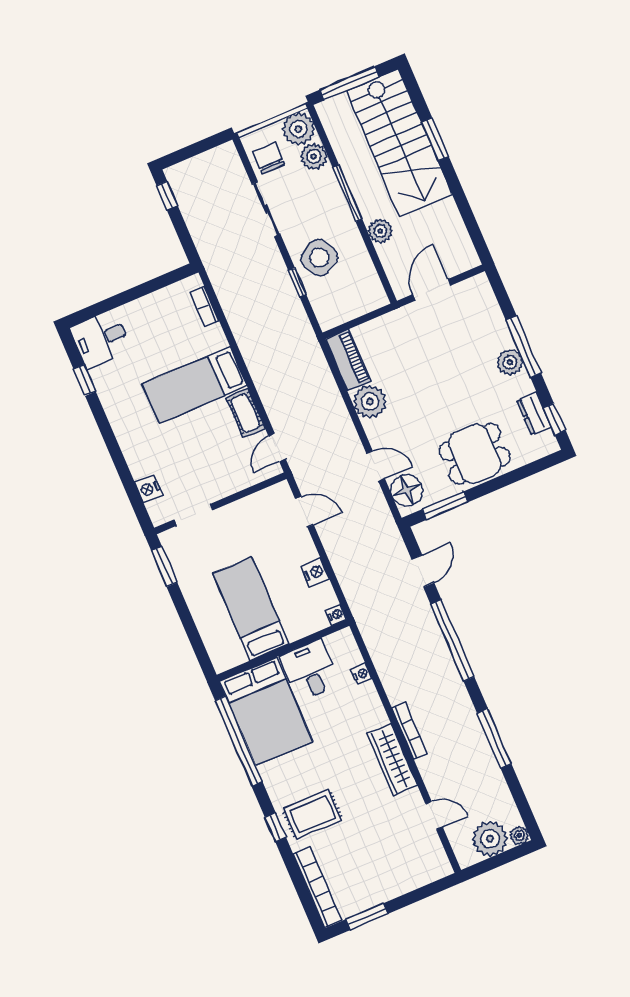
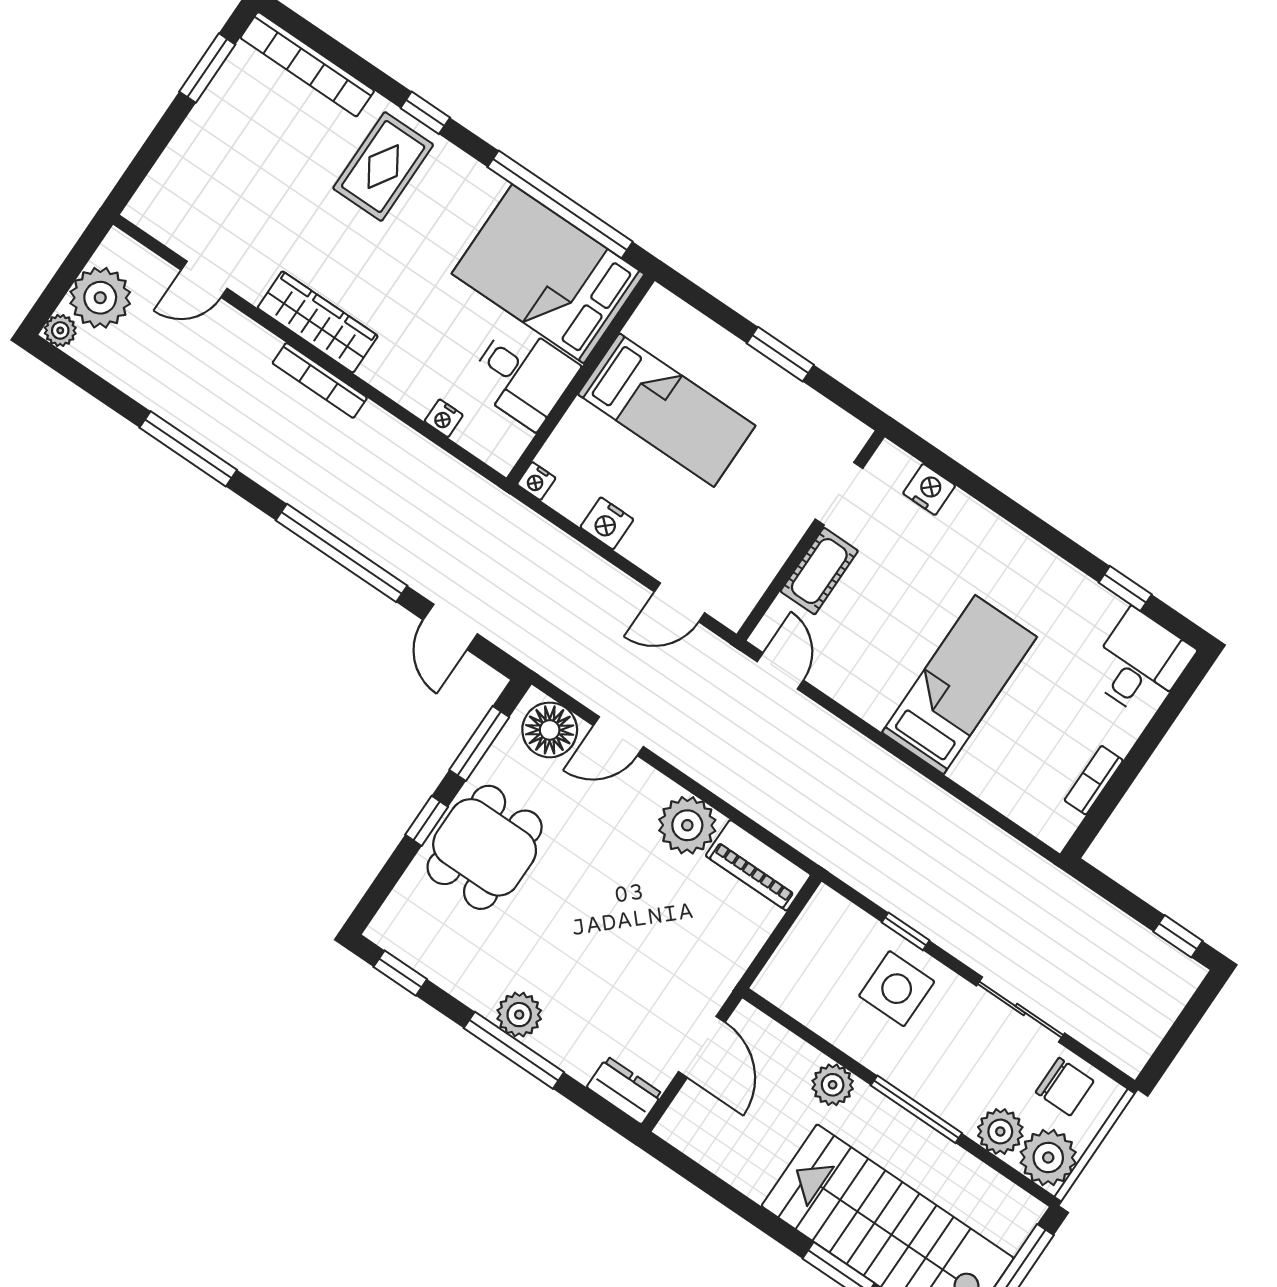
side table: (319, 258) -> (897, 989), turned 31
bookcase: (205, 307) -> (1094, 780), moved, turned -90
cot: (245, 413) -> (819, 571), moved, turned 90
dresser: (534, 414) -> (624, 1090), moved
window: (494, 485) -> (427, 821), added
window: (164, 567) -> (780, 354), moved

